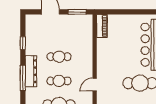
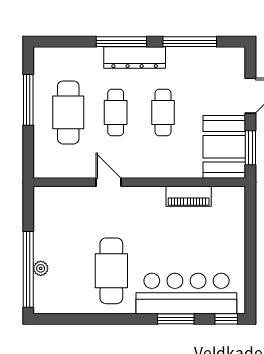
booth: (77, 25) -> (224, 147), added
piano: (102, 26) -> (189, 196), moved
window: (23, 43) -> (190, 42), width x2.17

